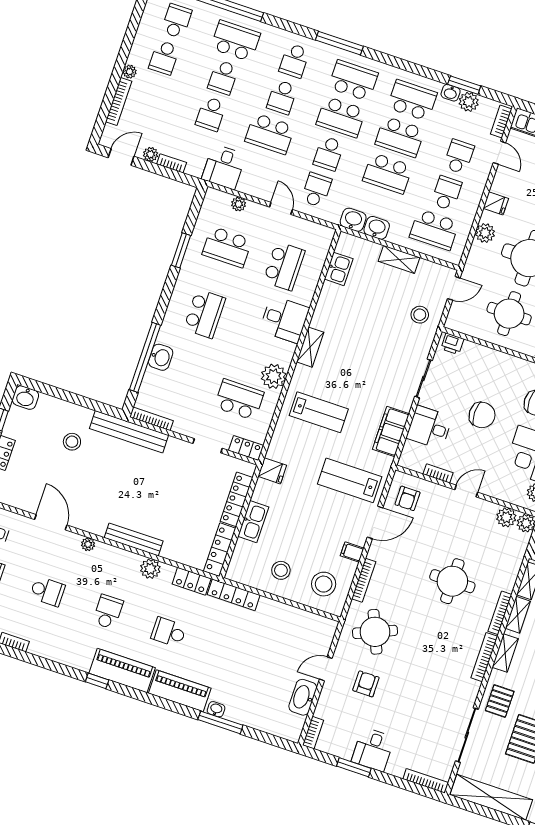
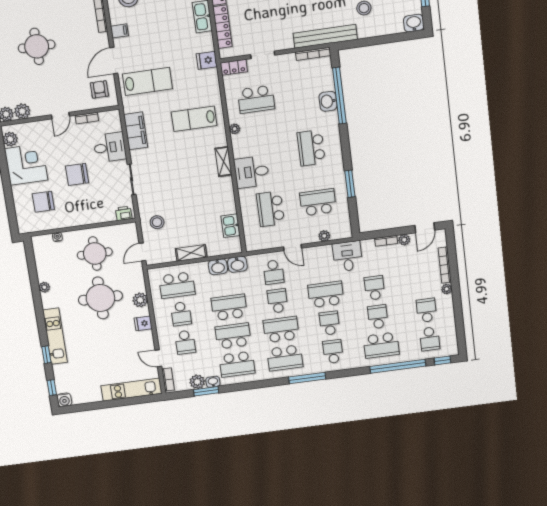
school desk: (434, 230) -> (177, 285), turned 180
plant: (274, 376) -> (235, 129), width x0.53, depth x0.53

